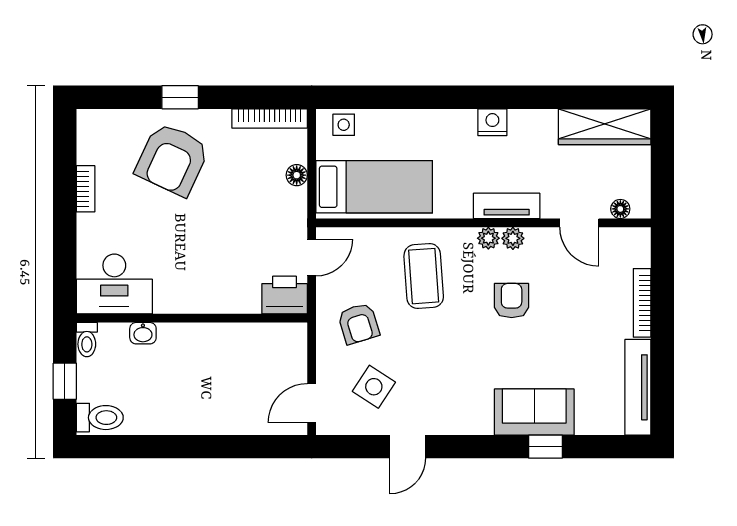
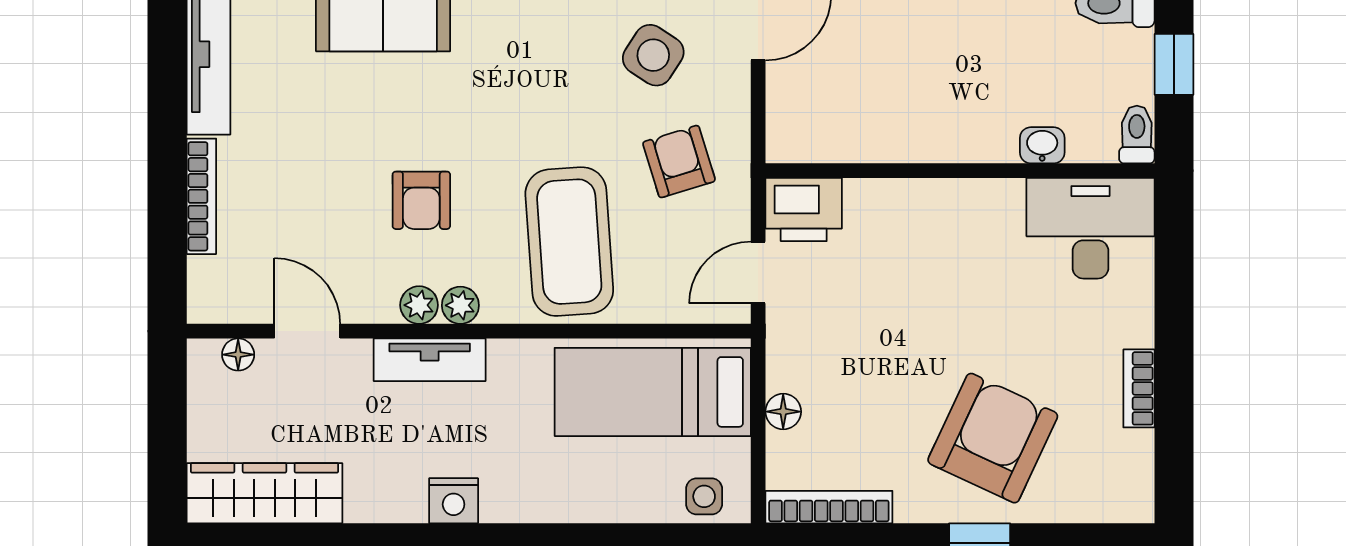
coffee table: (424, 276) -> (569, 242), width x1.36, depth x1.32

